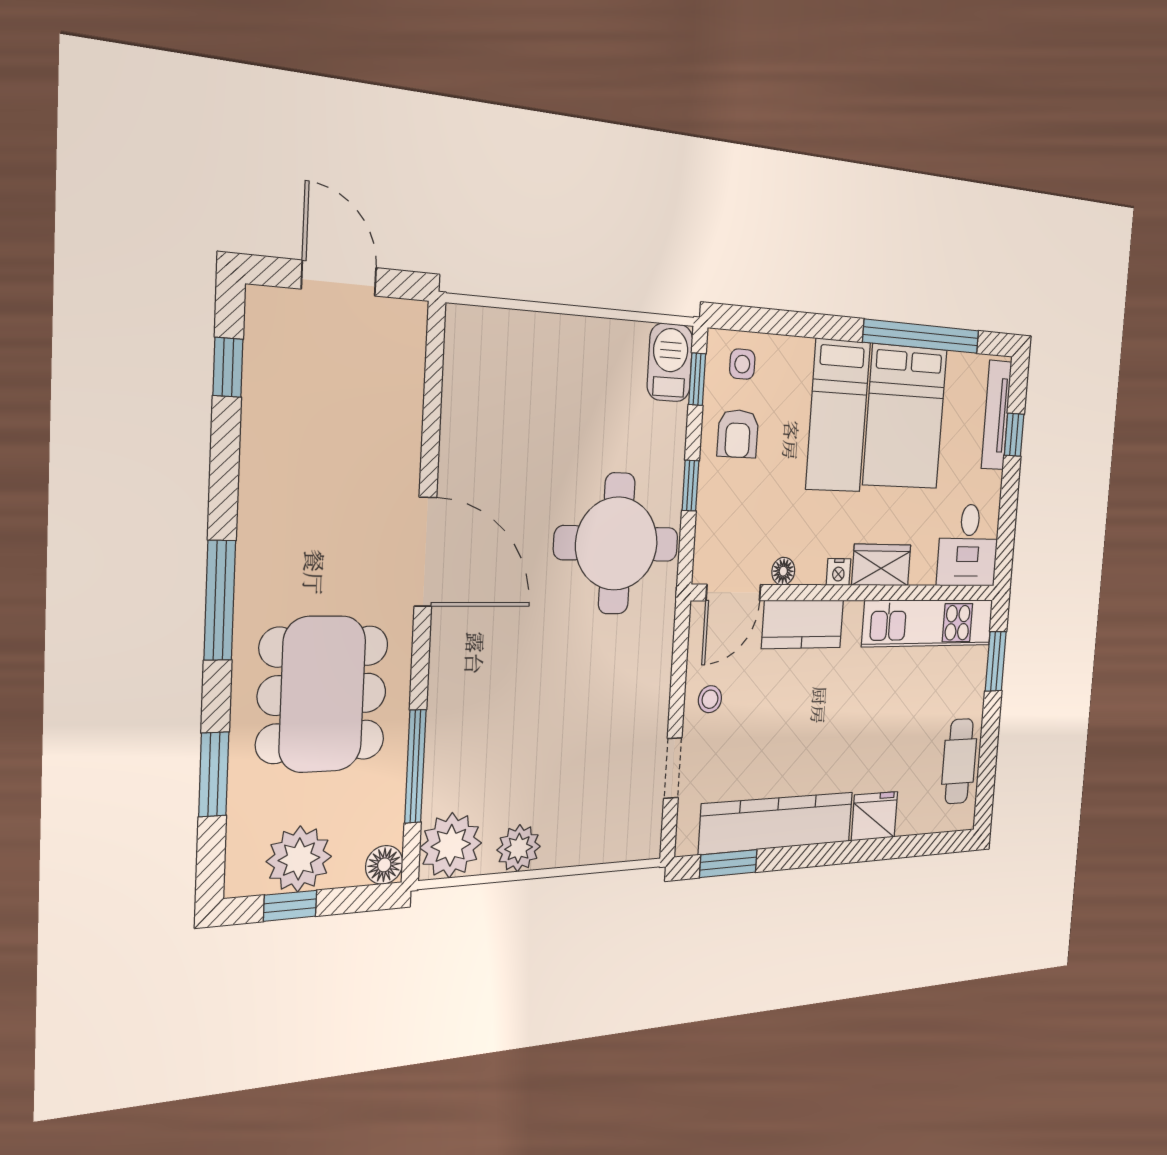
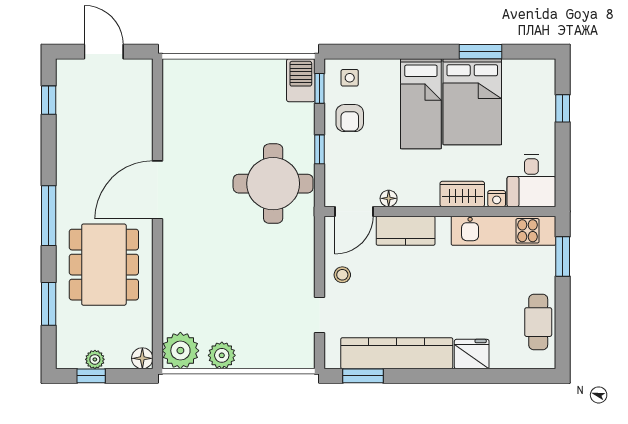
window: (922, 336) -> (480, 52), width x0.47
tv unit: (996, 415) -> (546, 97), removed
door: (425, 552) -> (157, 190), swing flipped
nightstand: (839, 572) -> (497, 199), moved
window: (415, 766) -> (157, 305), removed
plant: (299, 859) -> (95, 359), width x0.53, depth x0.53

